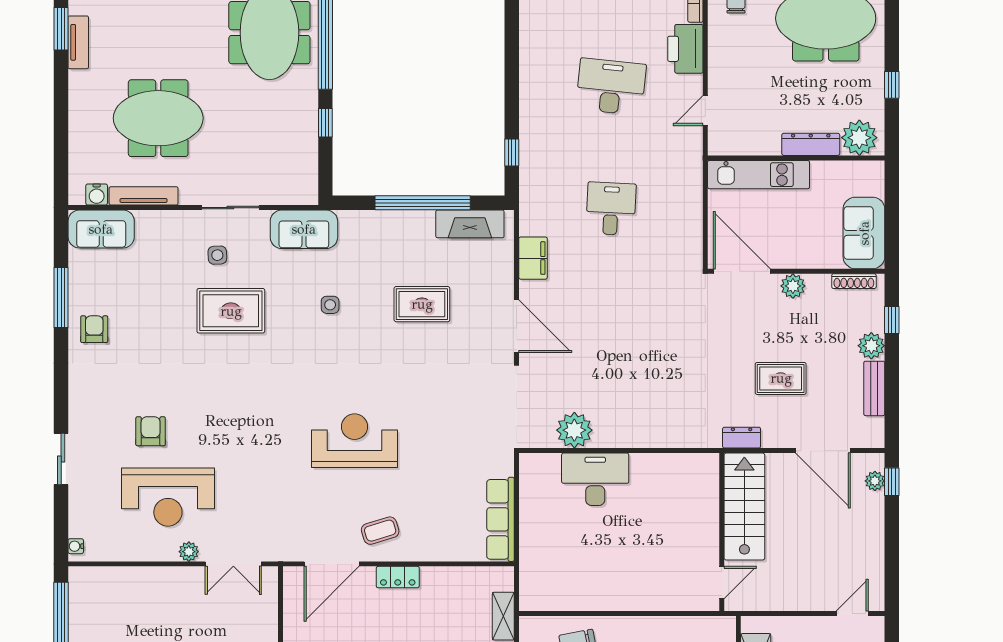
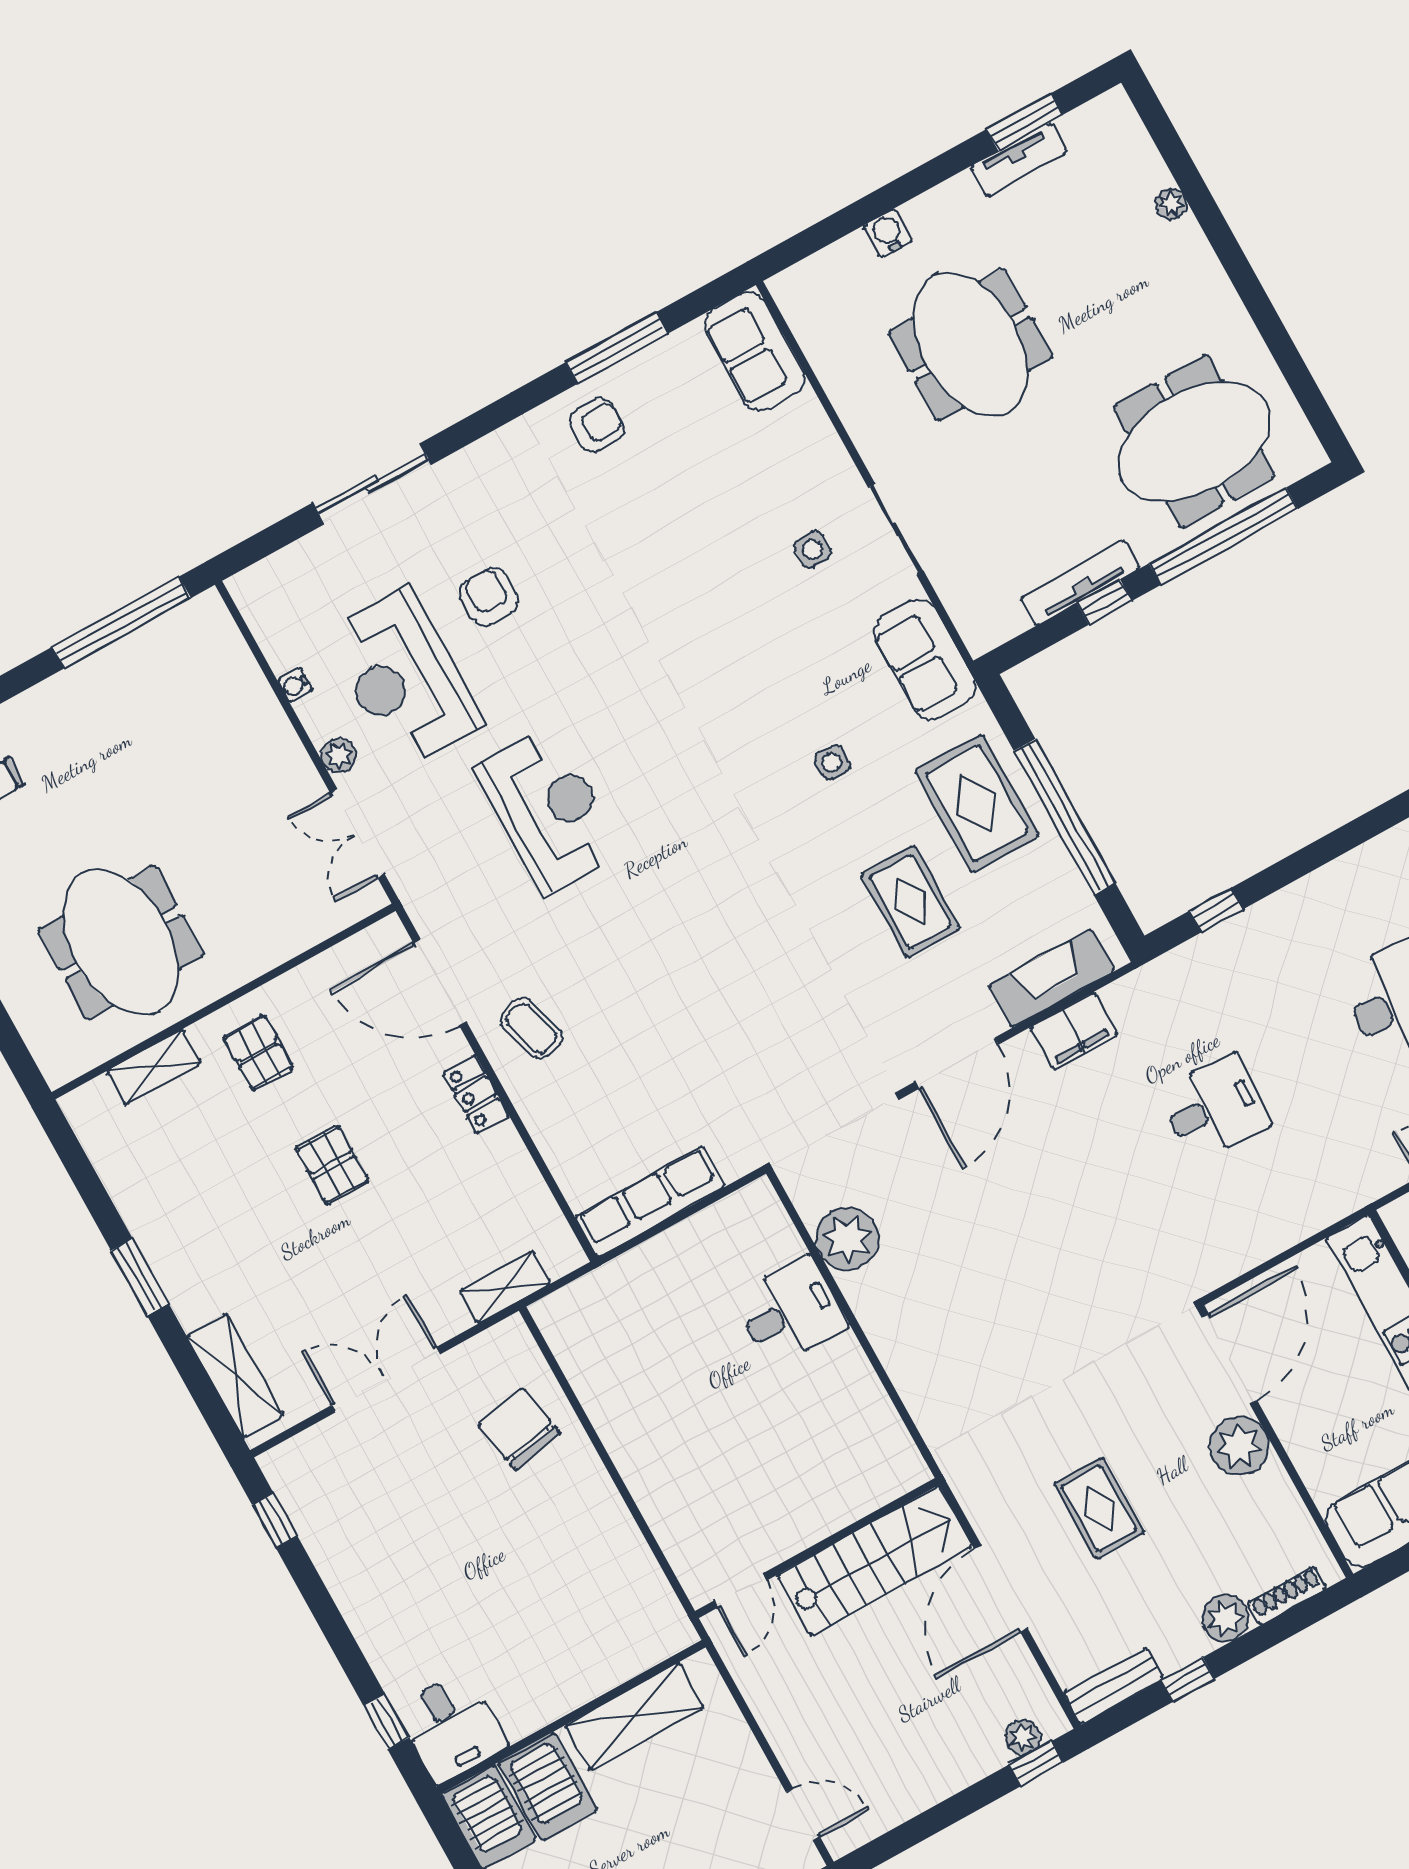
water cooler: (97, 194) -> (888, 233), moved, turned 90
tv unit: (144, 196) -> (1080, 583), moved, turned -90
fireplace: (470, 224) -> (1051, 978), moved, turned 90
shoe rack: (854, 281) -> (1287, 1596), moved, turned 90
plant: (793, 286) -> (1239, 1446), width x1.36, depth x1.36
rug: (231, 311) -> (977, 803), moved
window: (892, 320) -> (1188, 1680), moved
bench: (874, 388) -> (1114, 1686), moved
armchair: (151, 431) -> (489, 596), turned -90
dresser: (742, 438) -> (977, 1499), removed
reception desk: (354, 441) -> (549, 811), moved
door: (823, 451) -> (1001, 1589), moved
sliding door: (61, 459) -> (372, 484), width x1.37
desk: (595, 479) -> (790, 1312), width x0.73
water cooler: (76, 546) -> (295, 685), moved, turned -90
door: (722, 582) -> (740, 1591), hinge flipped

